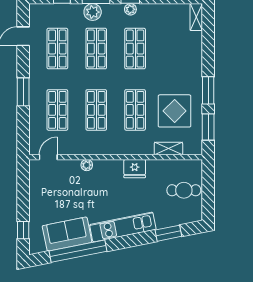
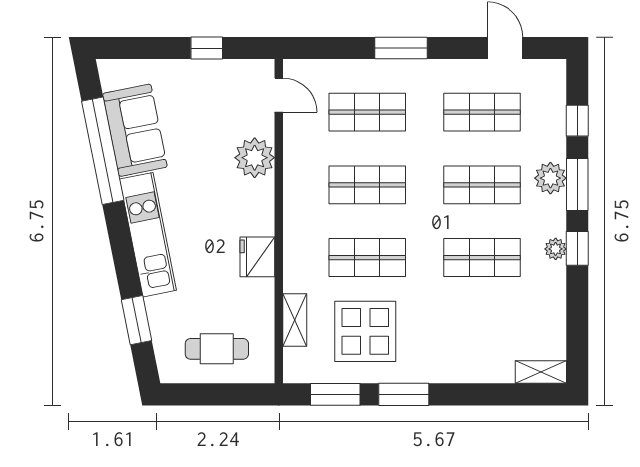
plant: (87, 165) -> (255, 158), width x1.88, depth x1.88
cafe table: (184, 190) -> (217, 349), turned 90
window: (23, 230) -> (207, 48), moved

